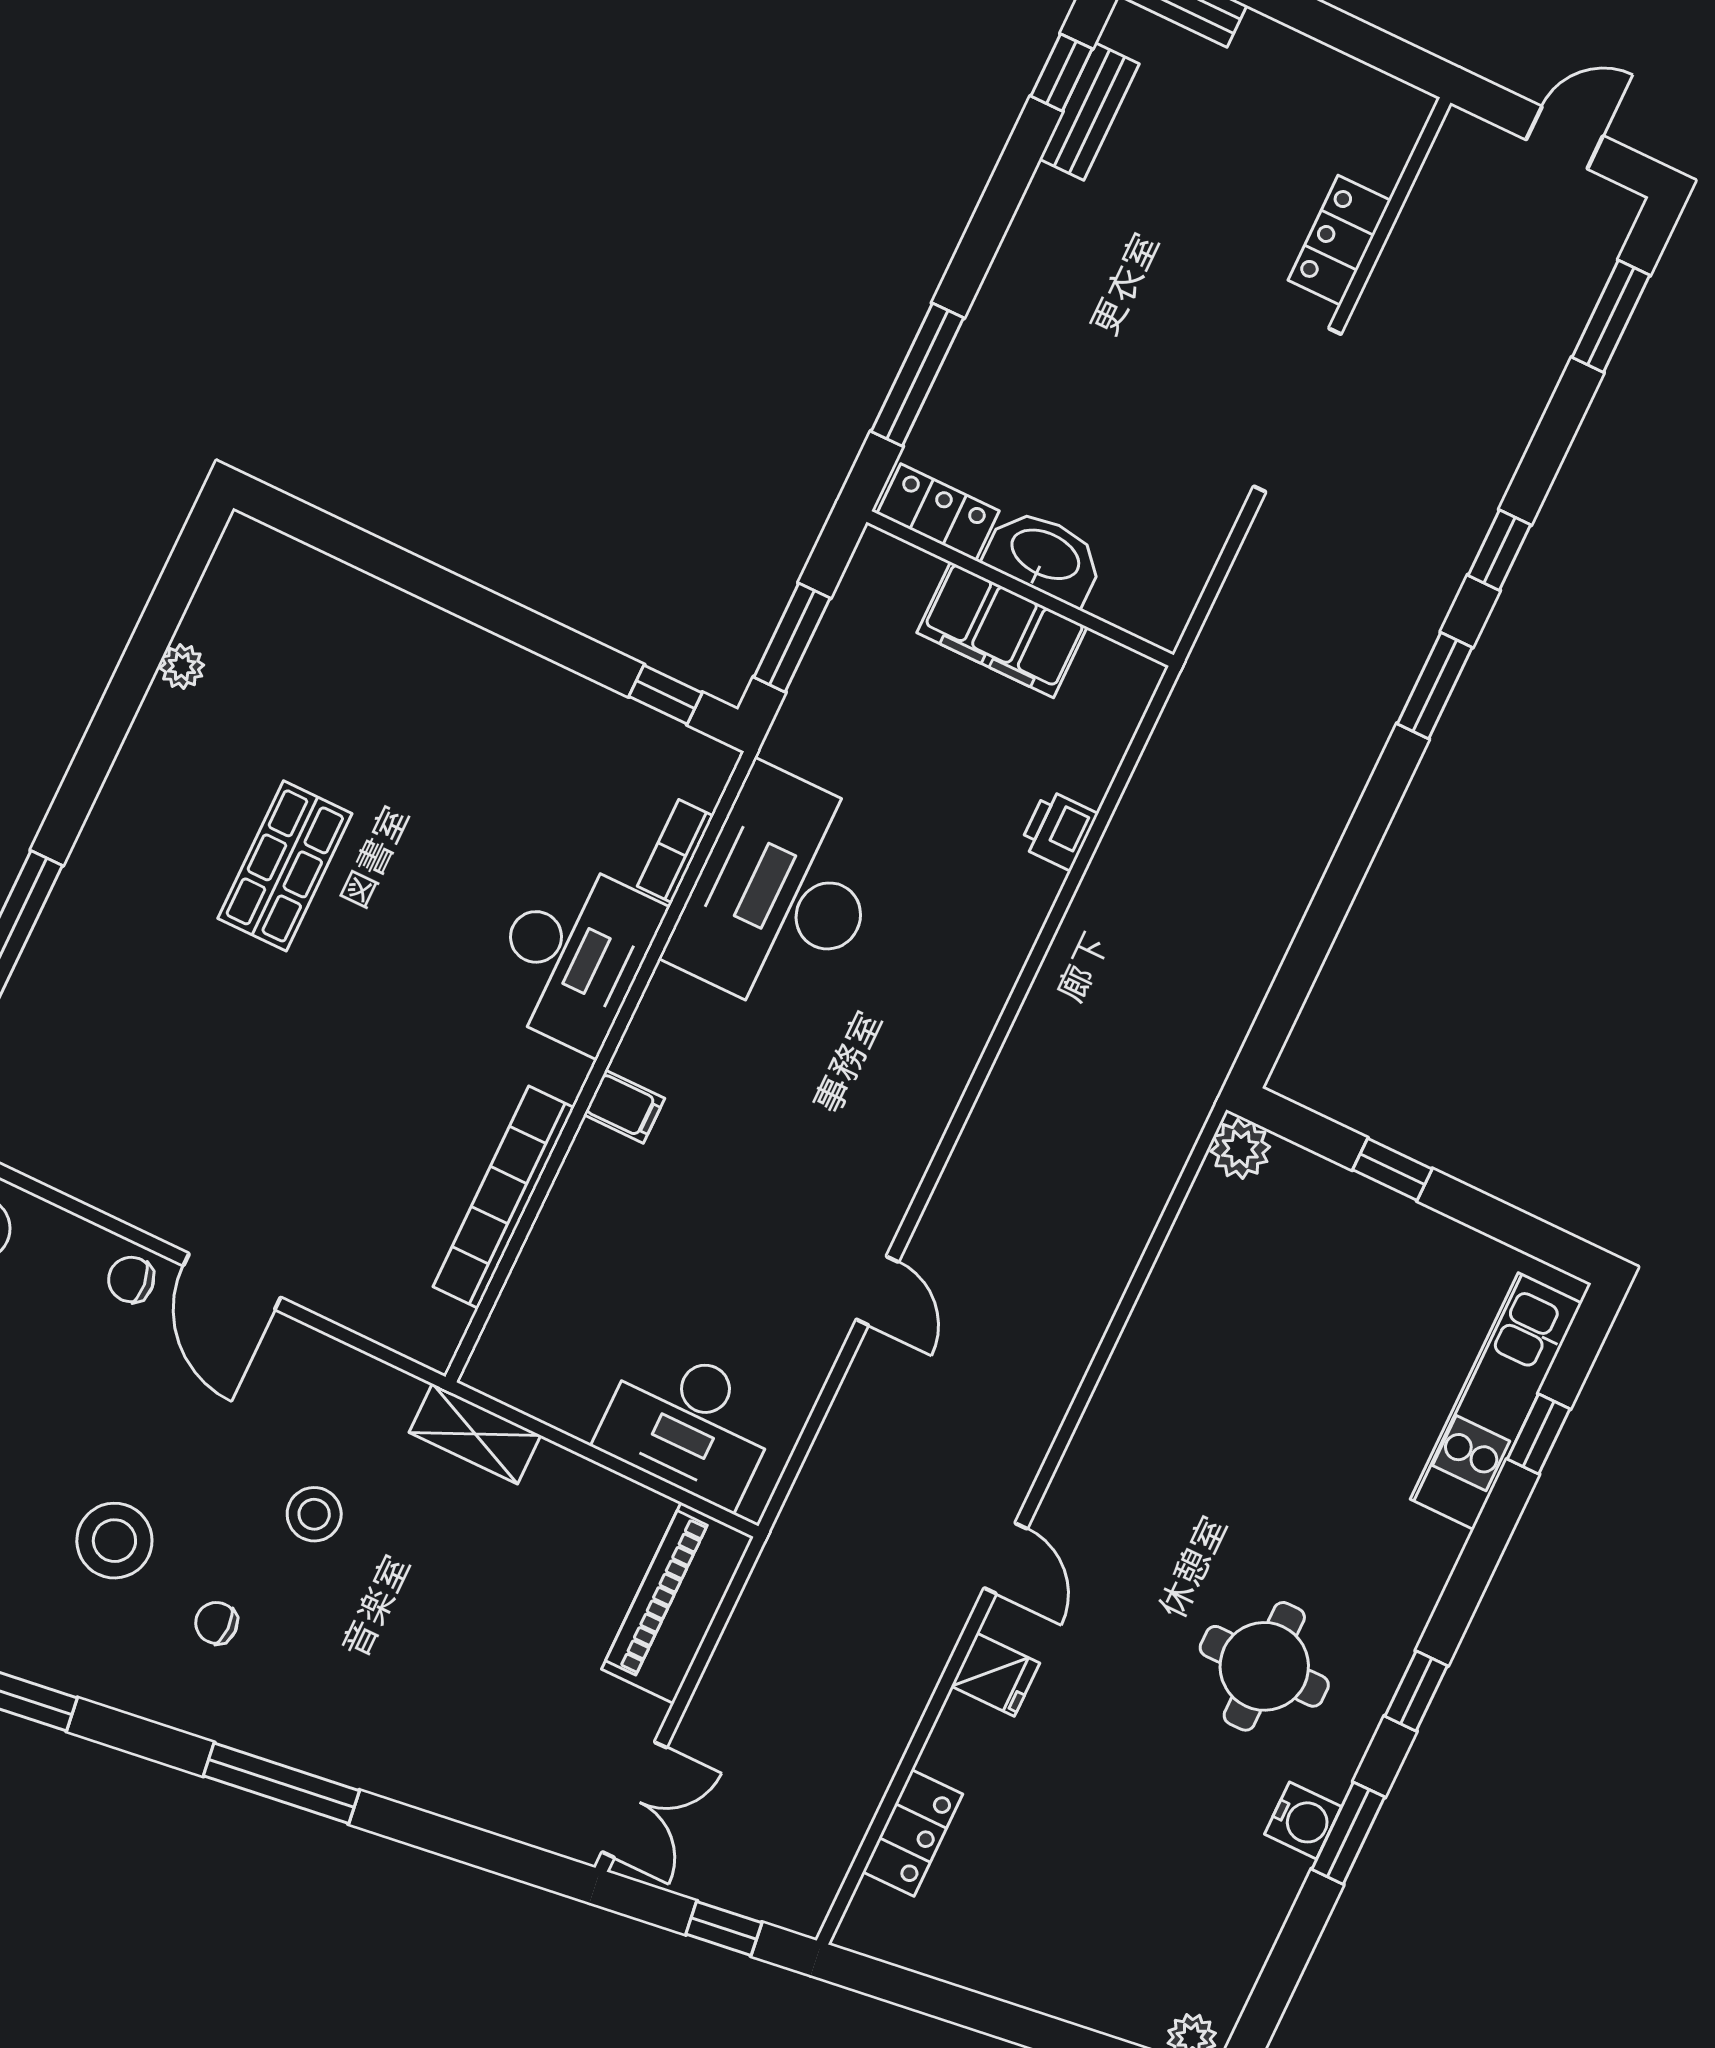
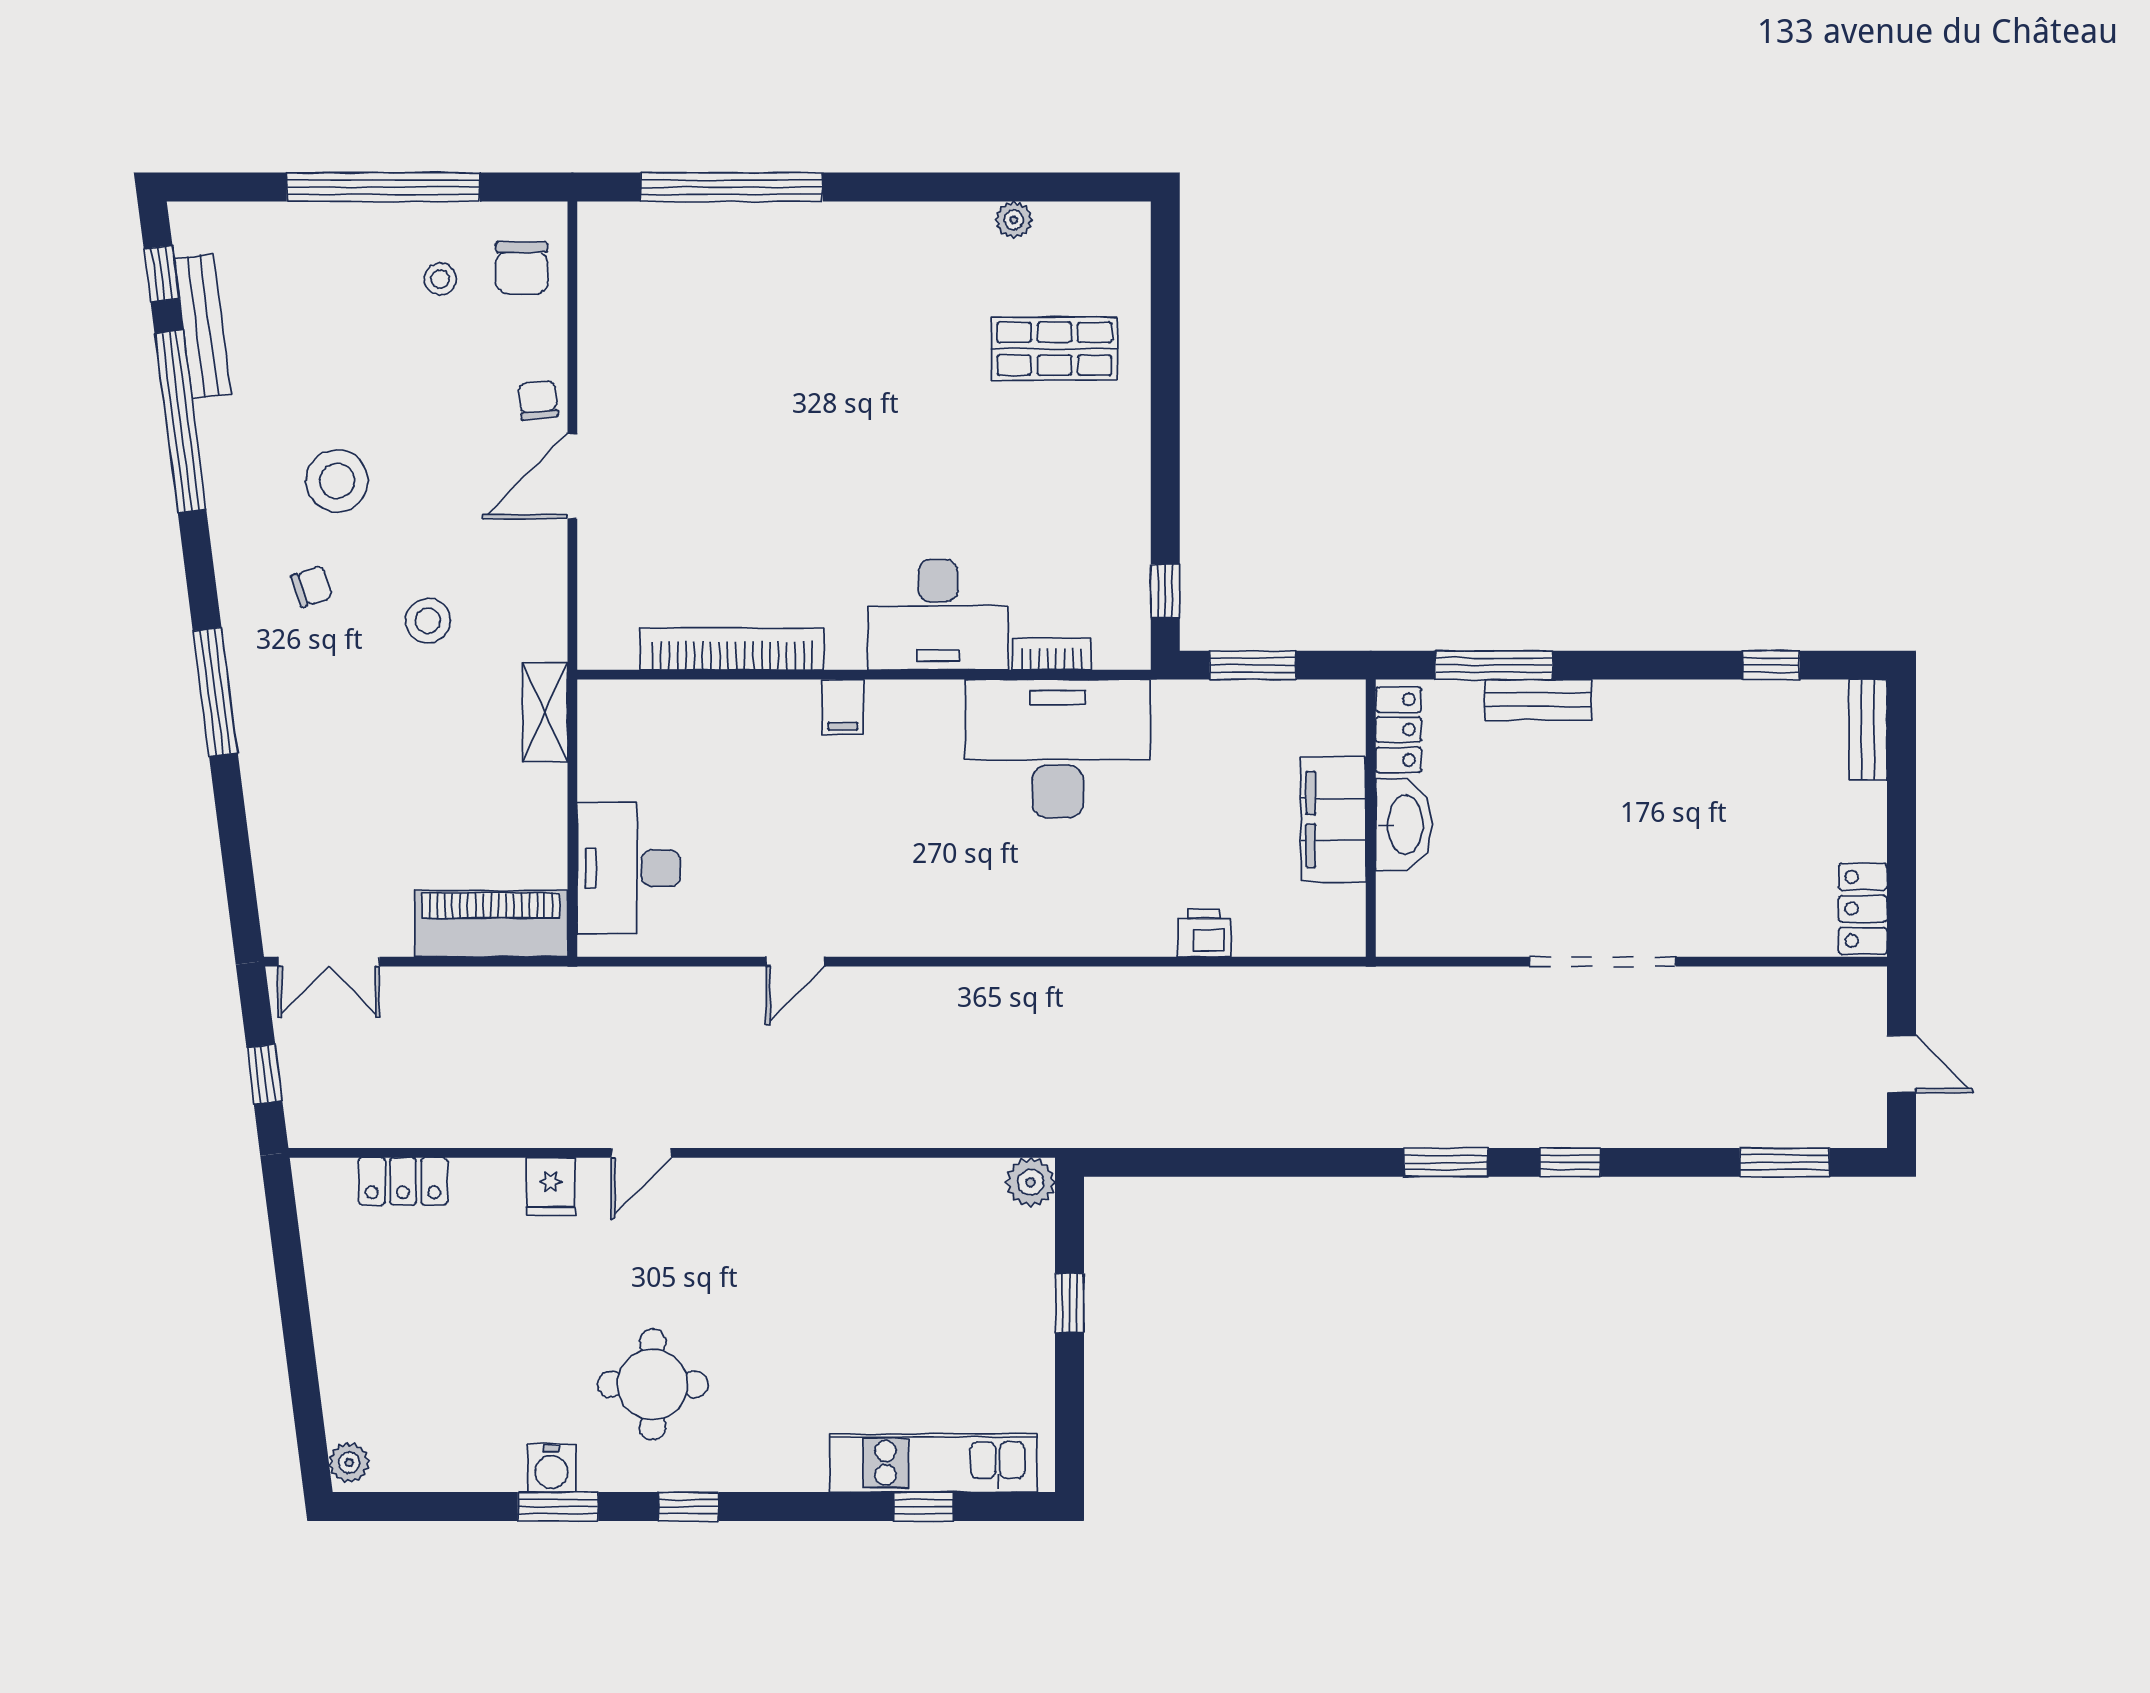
bench: (1089, 111) -> (1538, 700), moved
locker: (1339, 240) -> (1863, 909), moved, turned -90
shop shelf: (285, 866) -> (1054, 349), moved
chair: (216, 1623) -> (312, 586), turned 71

